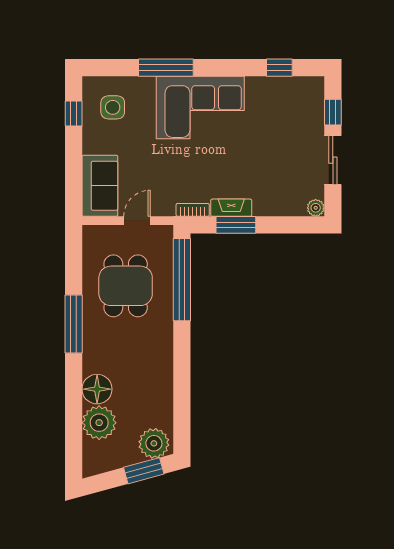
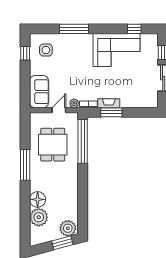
corner sofa: (200, 107) -> (117, 50), moved
plant: (316, 208) -> (74, 103), moved

